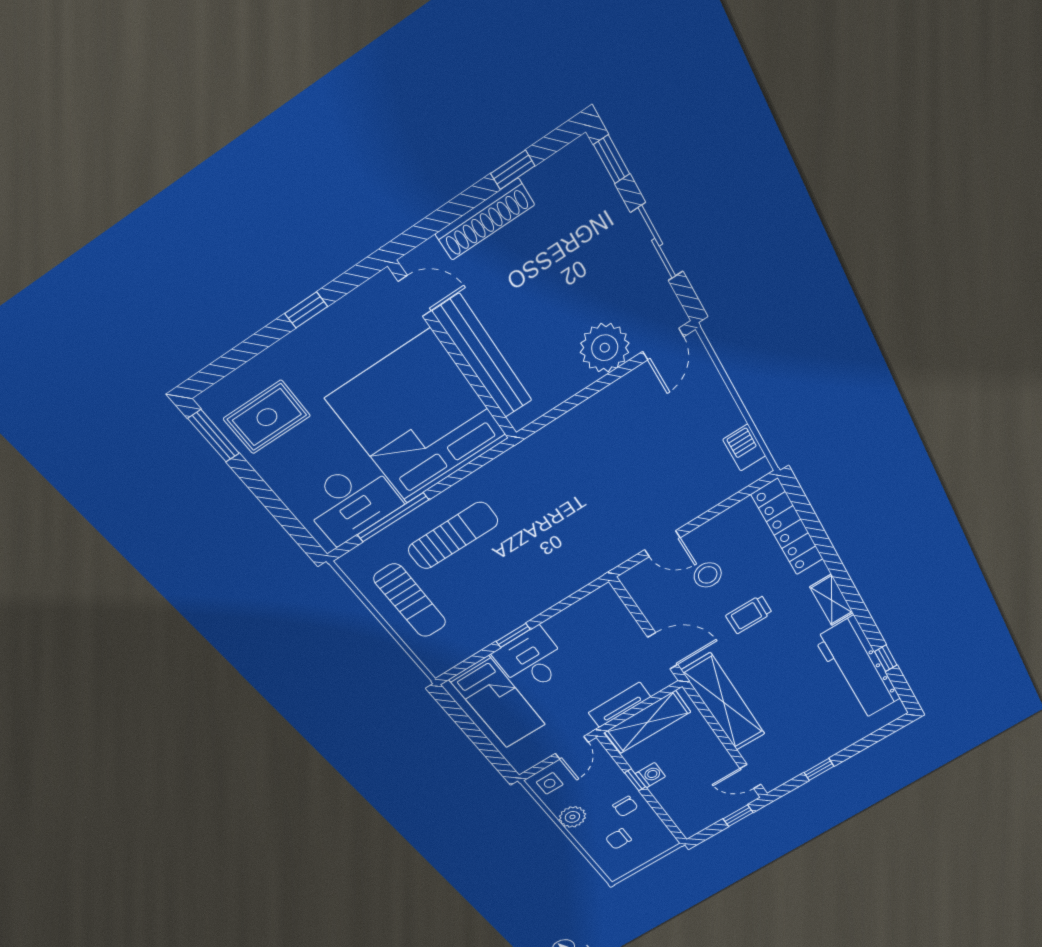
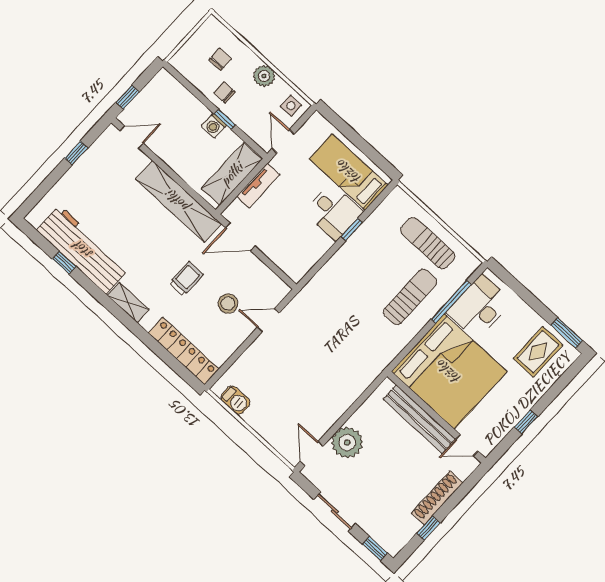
sun lounger: (453, 536) -> (410, 297), turned 180

